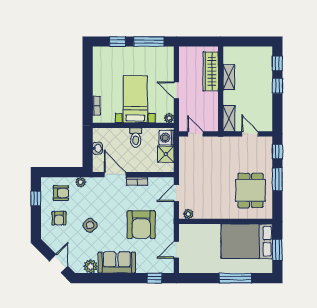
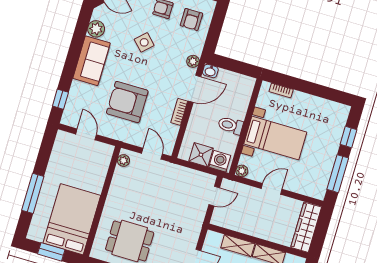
wardrobe: (211, 71) -> (306, 227), moved, turned -90
shelving: (229, 118) -> (238, 246), moved
washbasin: (97, 148) -> (210, 71), moved
plant: (81, 182) -> (193, 61), moved

